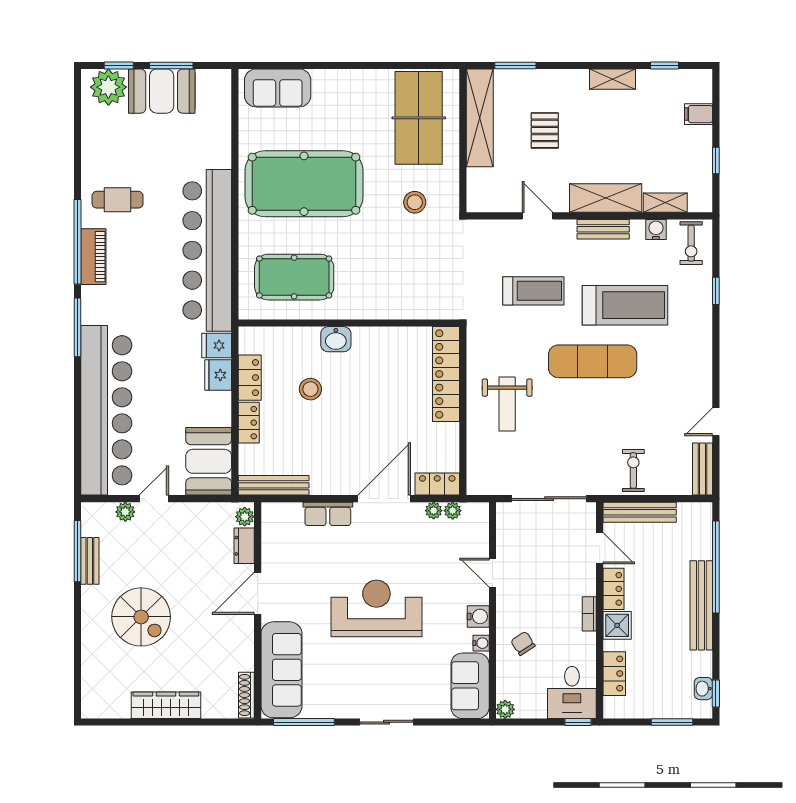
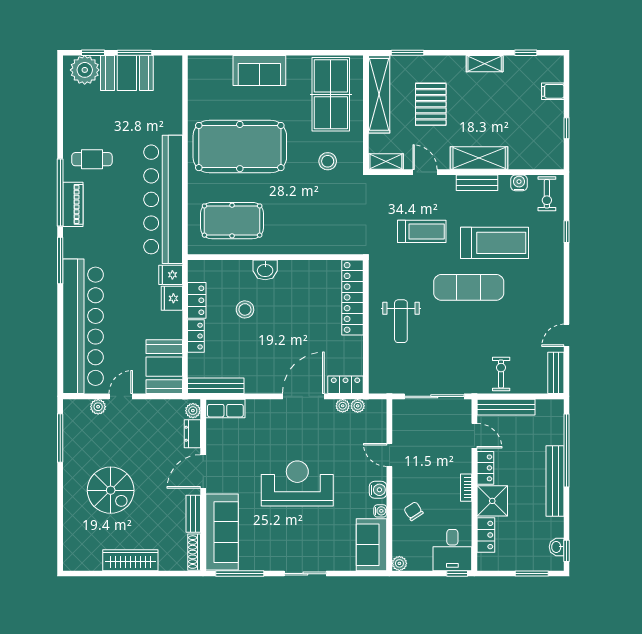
sofa: (278, 88) -> (259, 71), moved
pallet: (545, 130) -> (431, 104), width x1.50, depth x1.42
shelving: (665, 203) -> (386, 162), moved
row of seats: (328, 514) -> (225, 408), moved
bench: (90, 561) -> (193, 514), moved
shower: (617, 625) -> (492, 501), width x1.36, depth x1.36

